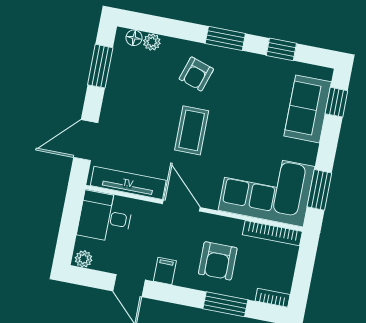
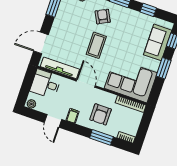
armchair: (196, 74) -> (103, 17), turned 135
window: (319, 190) -> (164, 68), moved

